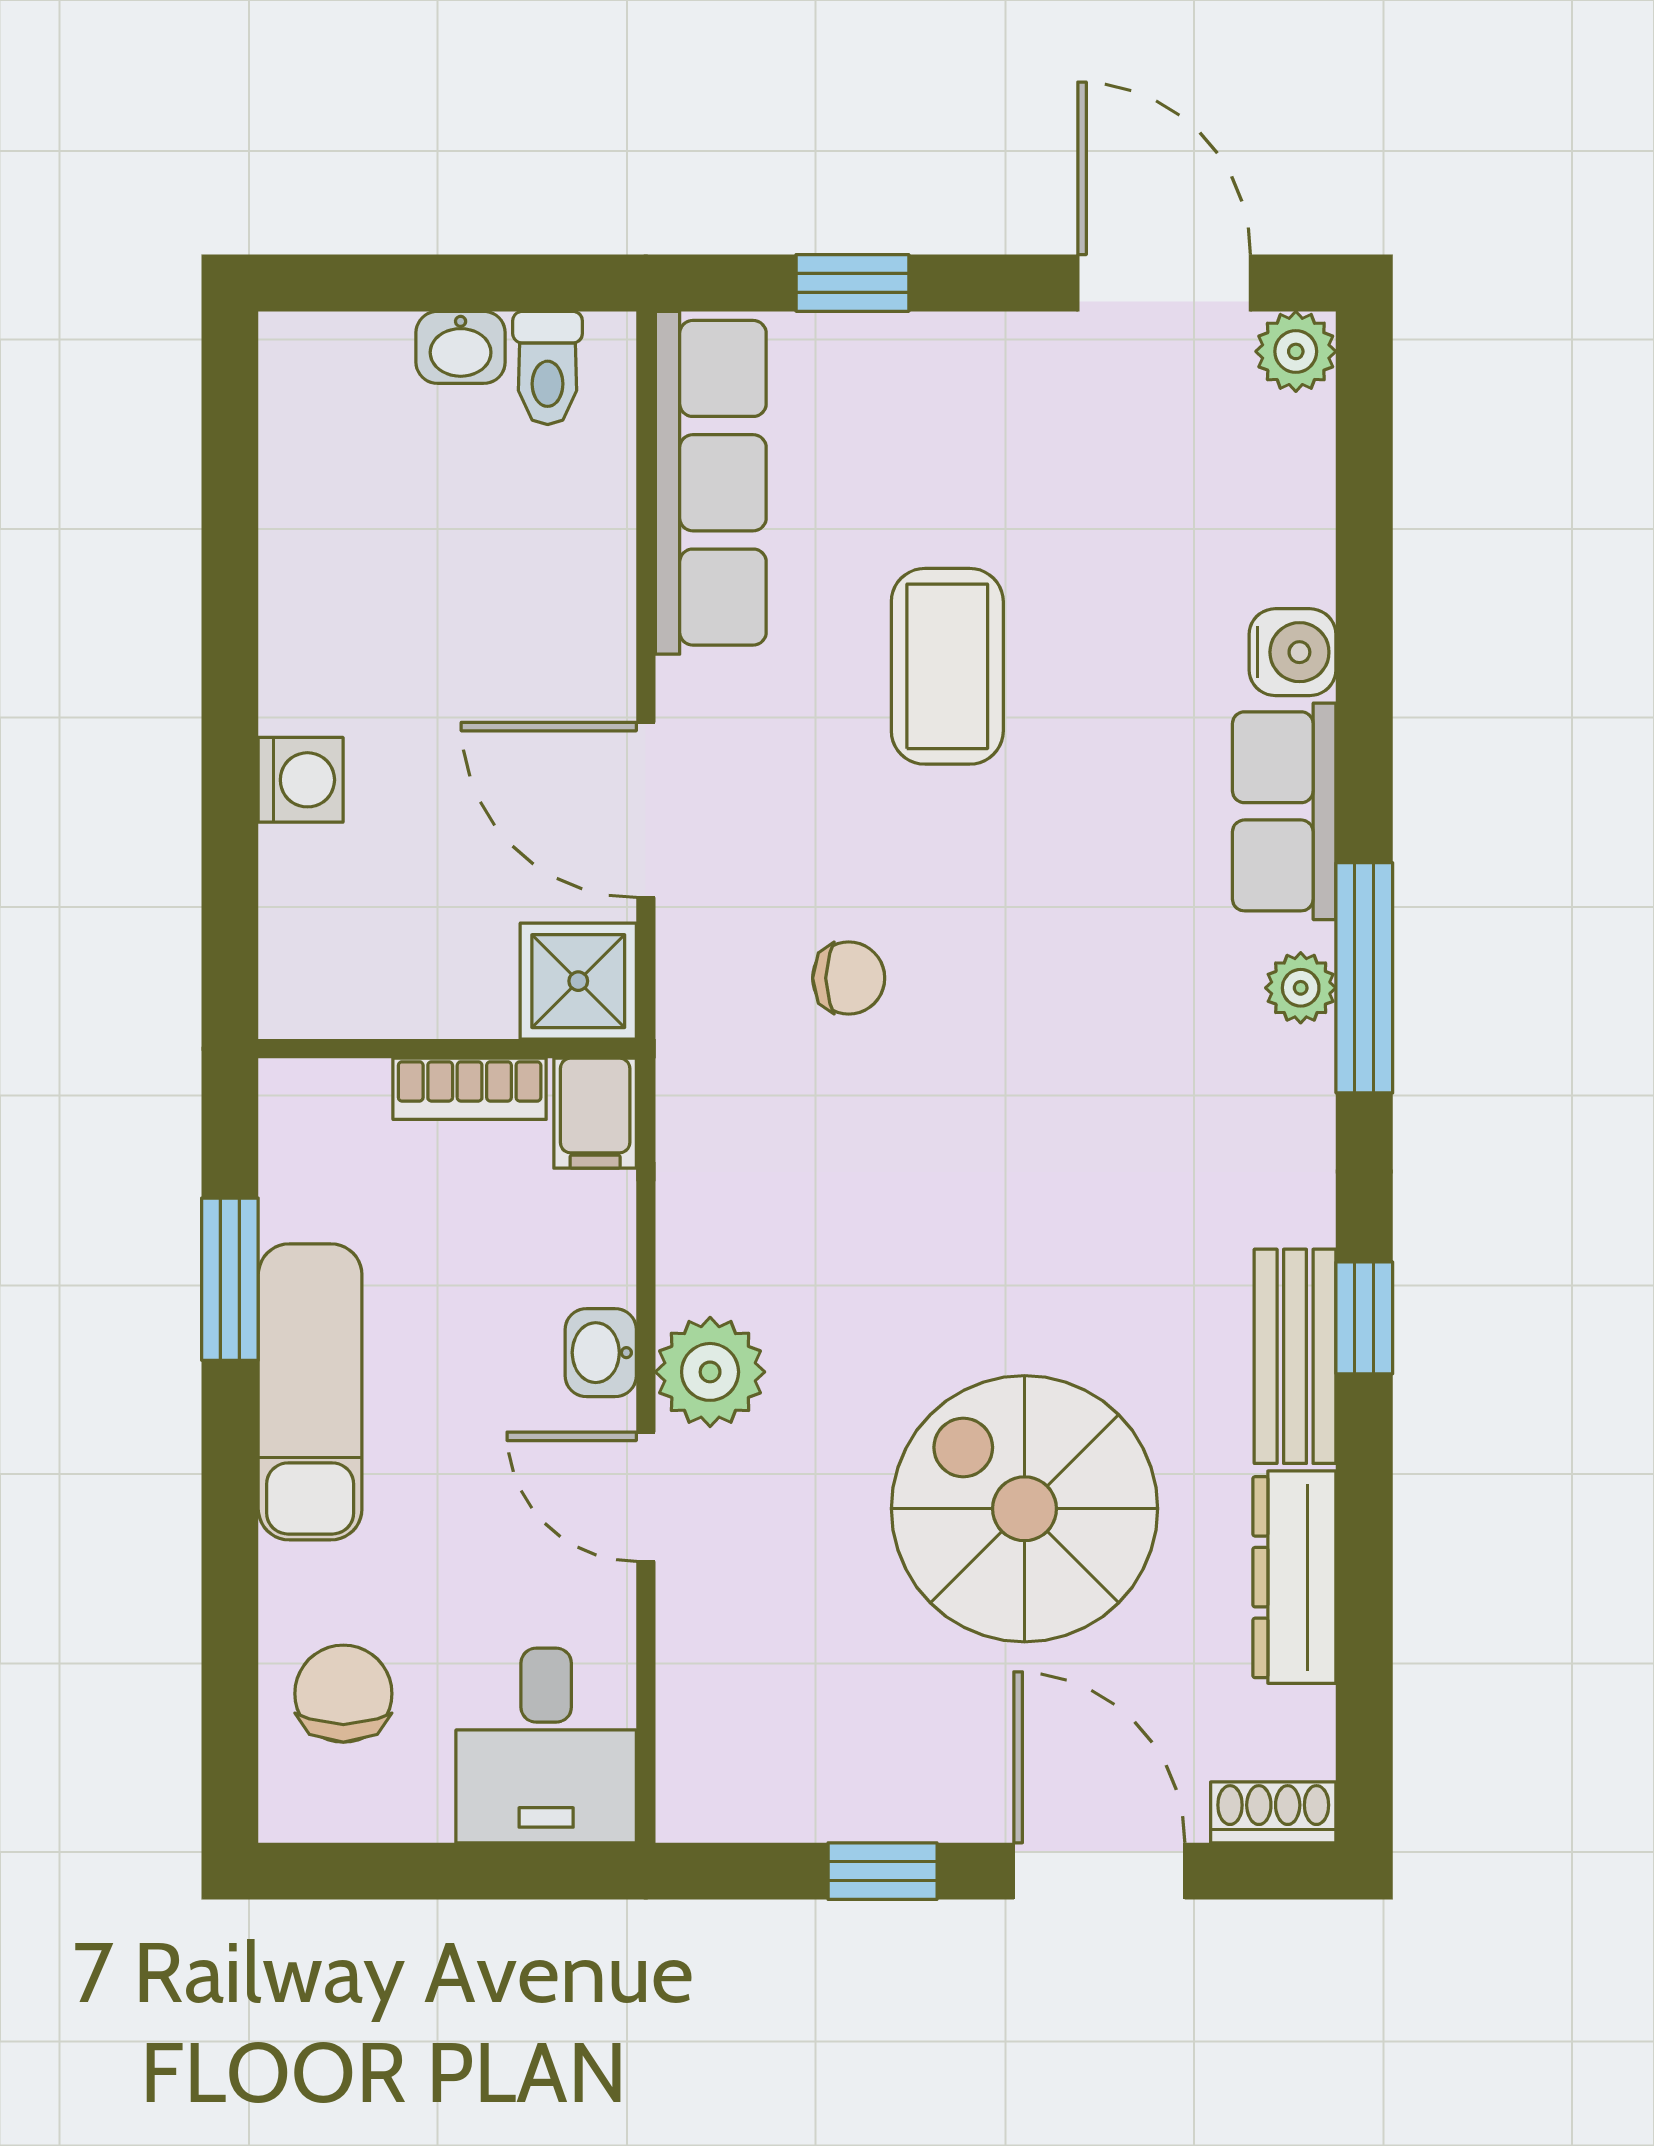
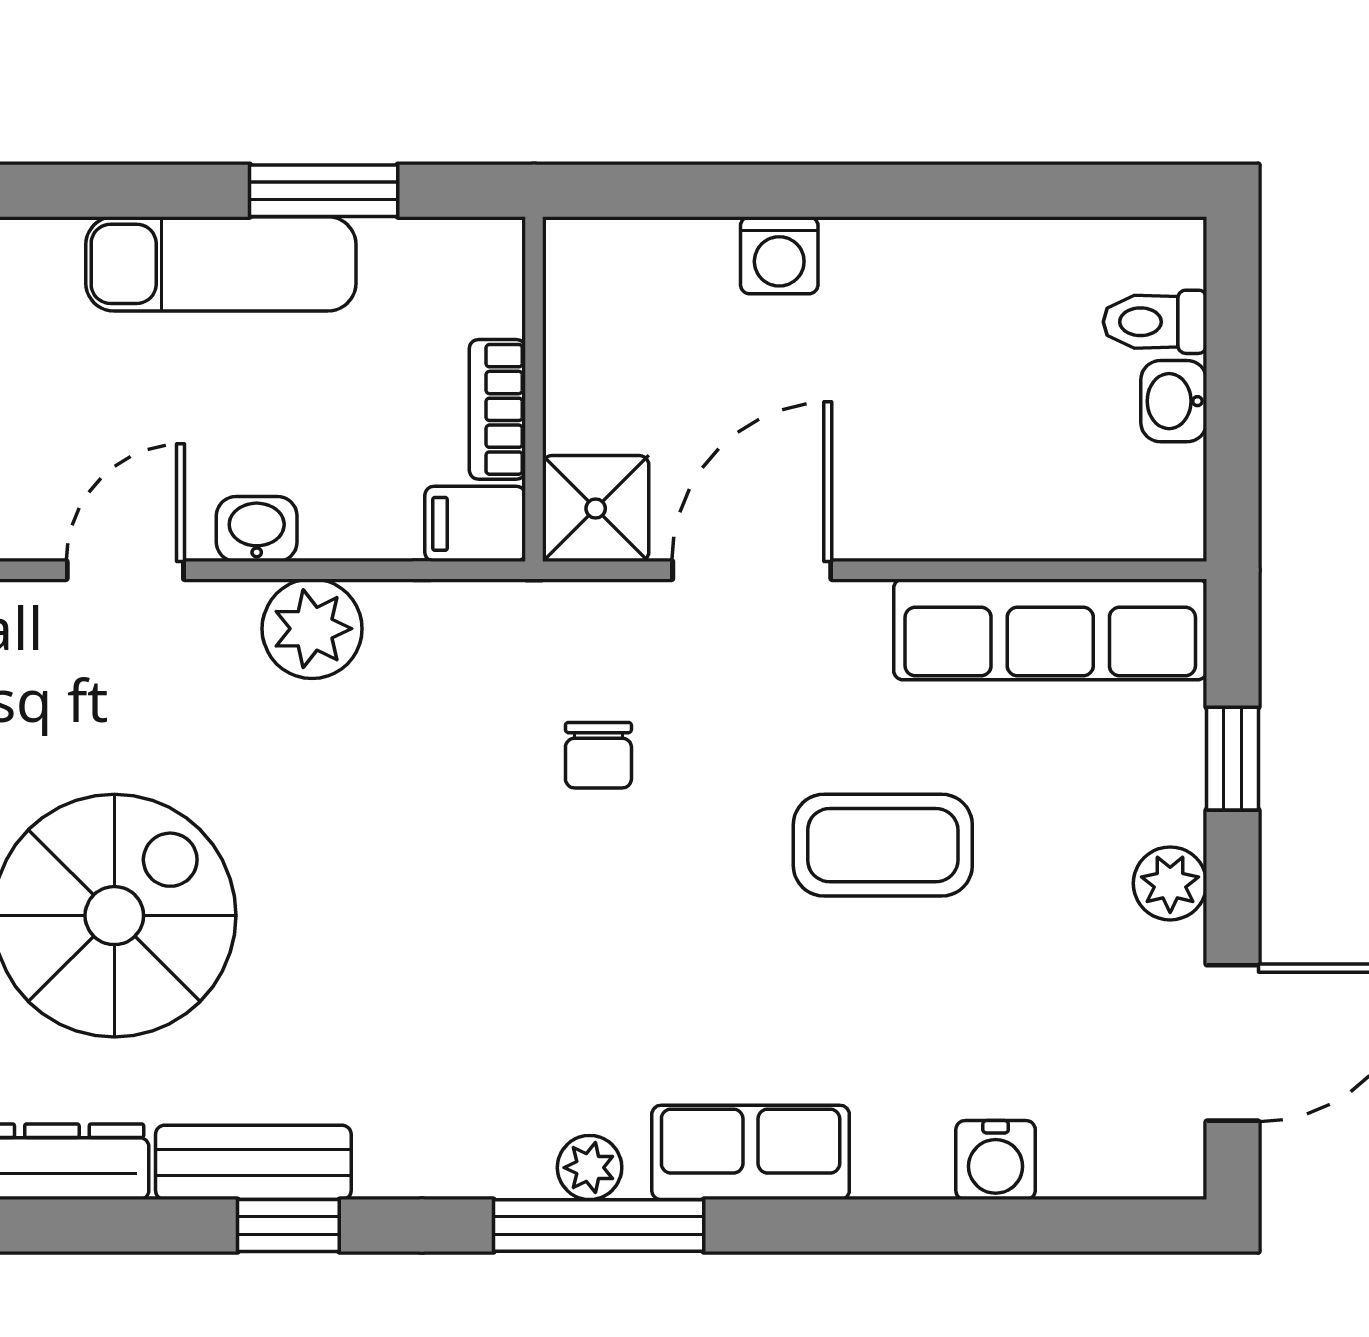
plant: (1296, 351) -> (1170, 883), moved
toilet: (548, 368) -> (1155, 322), moved
water cooler: (1293, 652) -> (996, 1160), moved
plant: (710, 1372) -> (312, 629), moved

